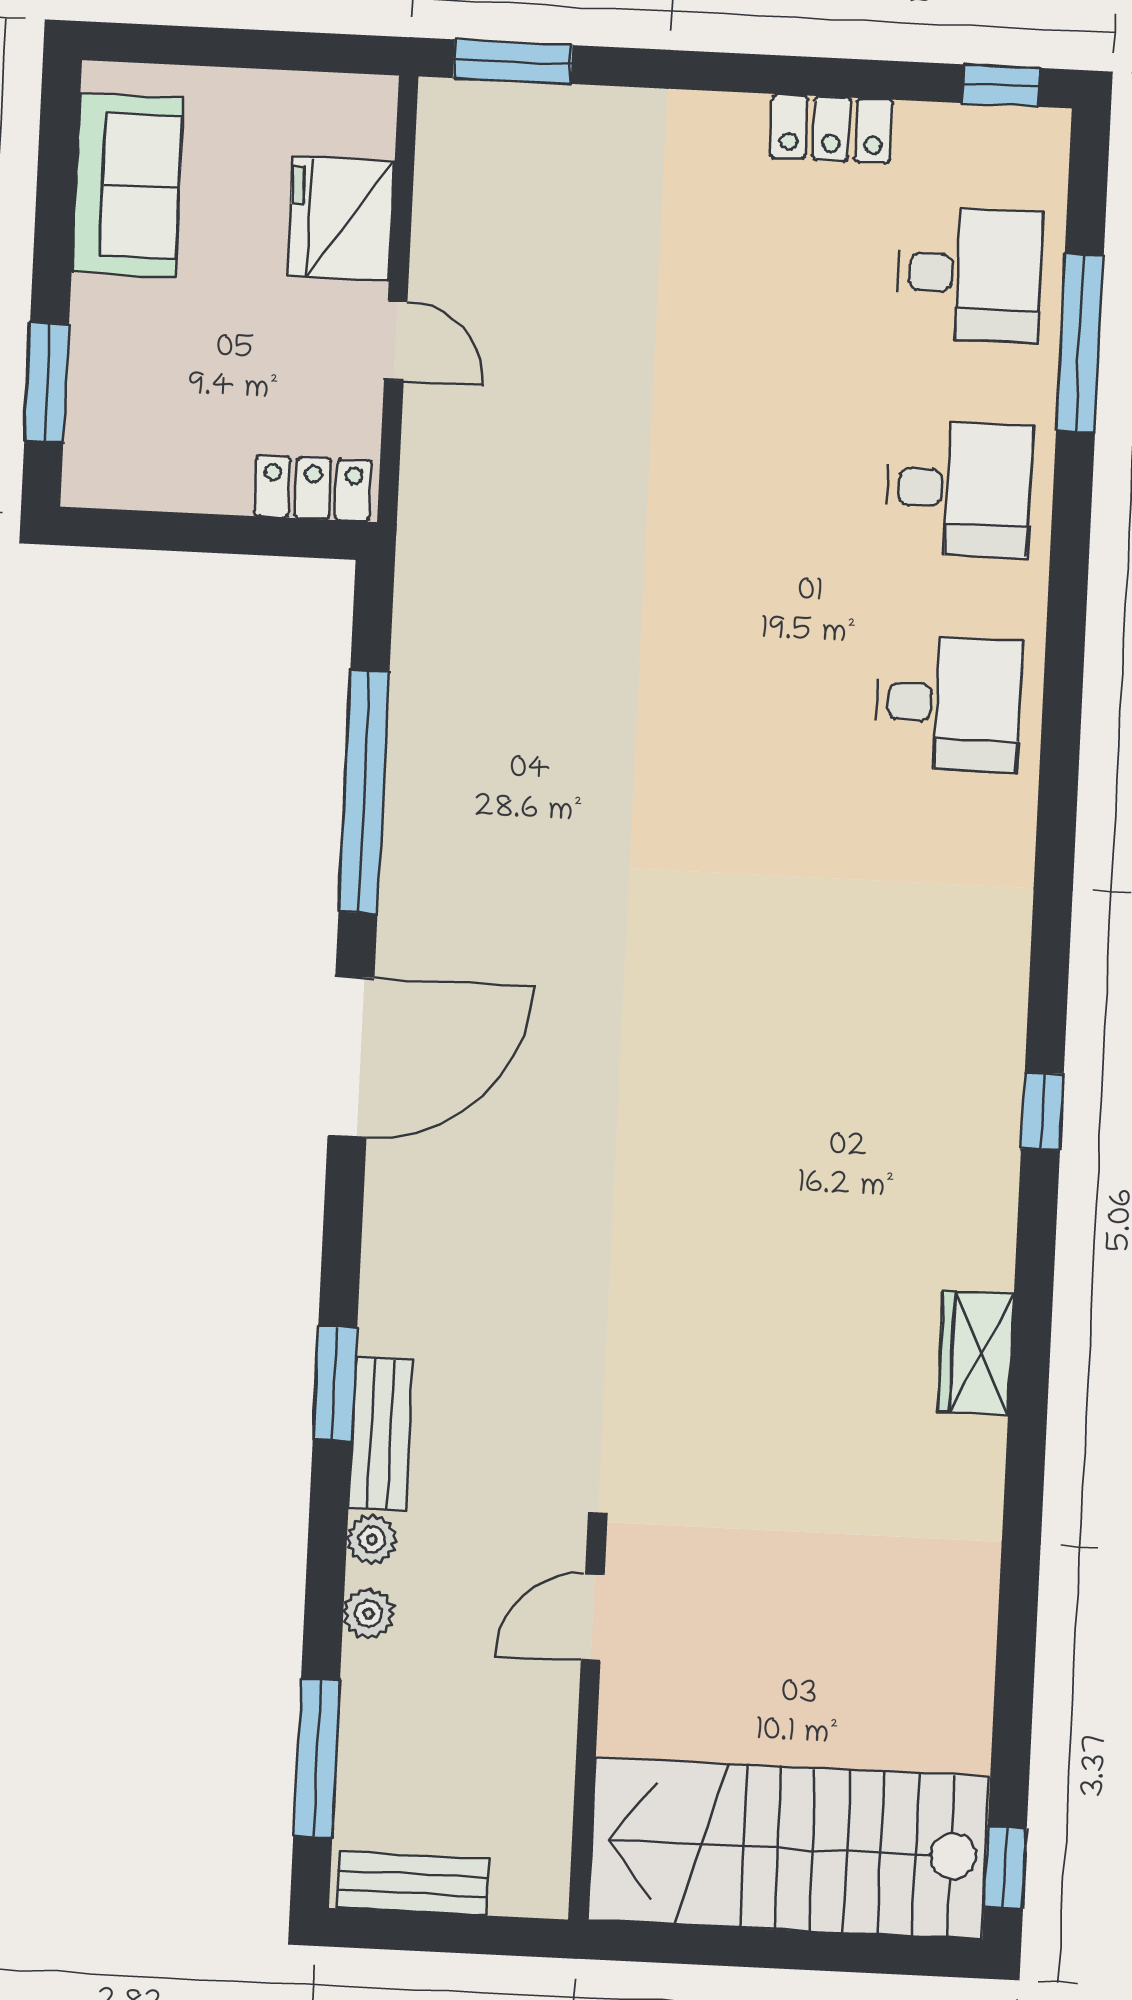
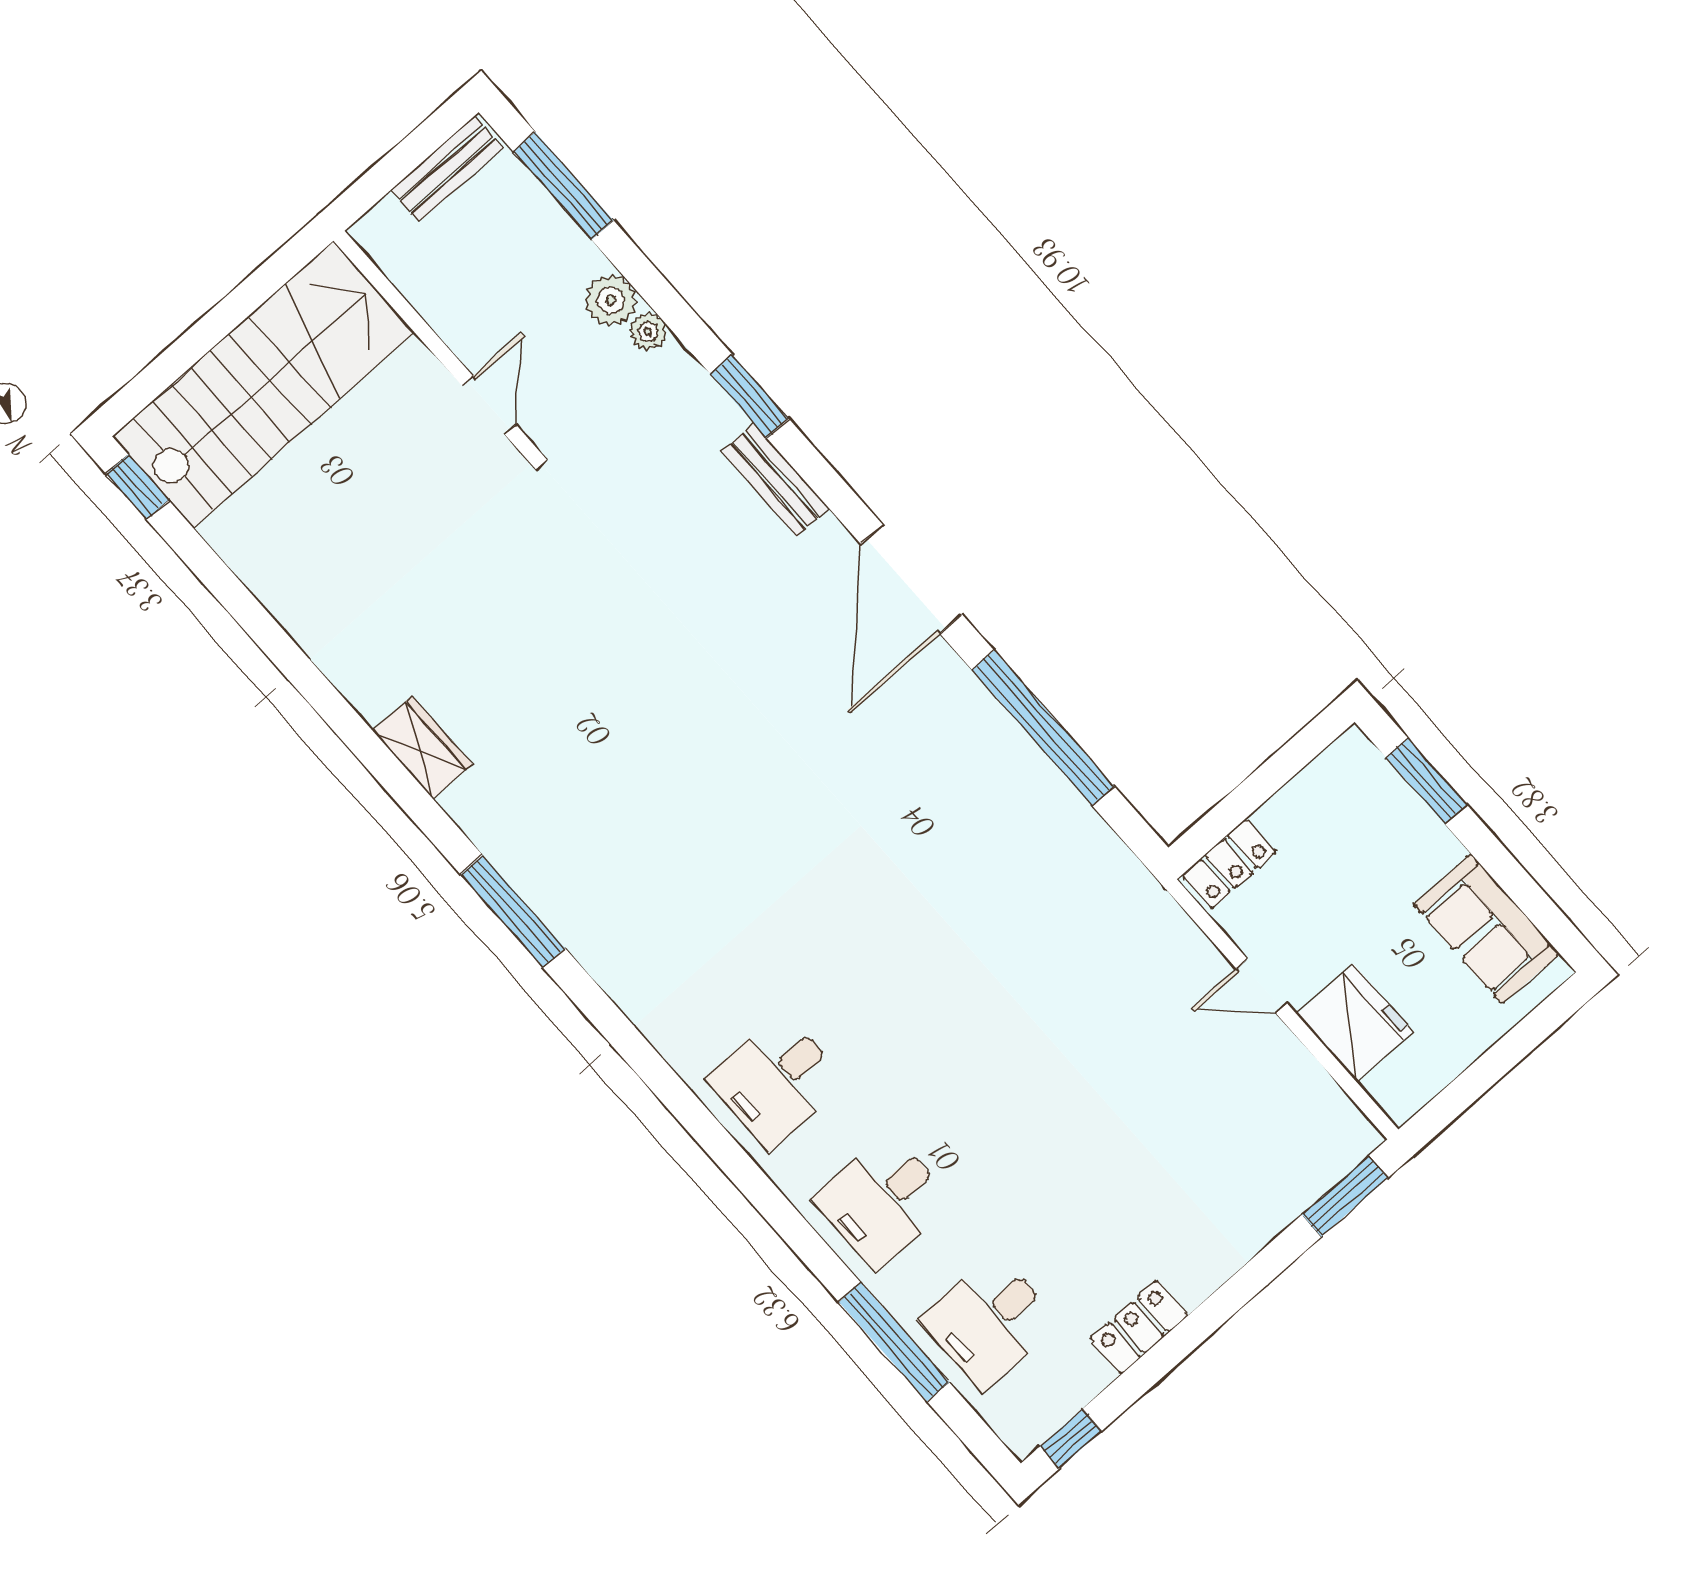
window: (1042, 1111) -> (513, 911), width x2.17
bench: (381, 1434) -> (775, 480), moved
plant: (368, 1613) -> (611, 300), width x1.38, depth x1.38

